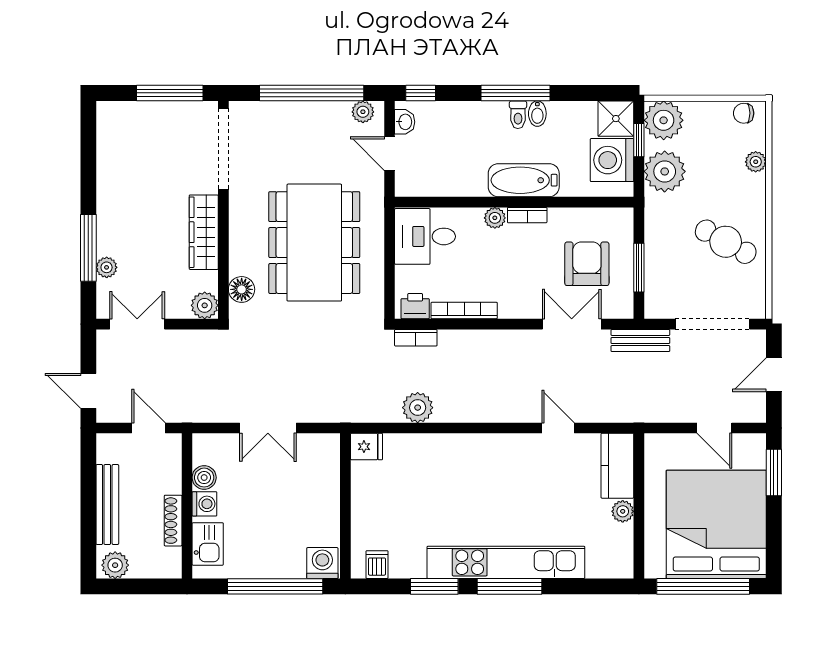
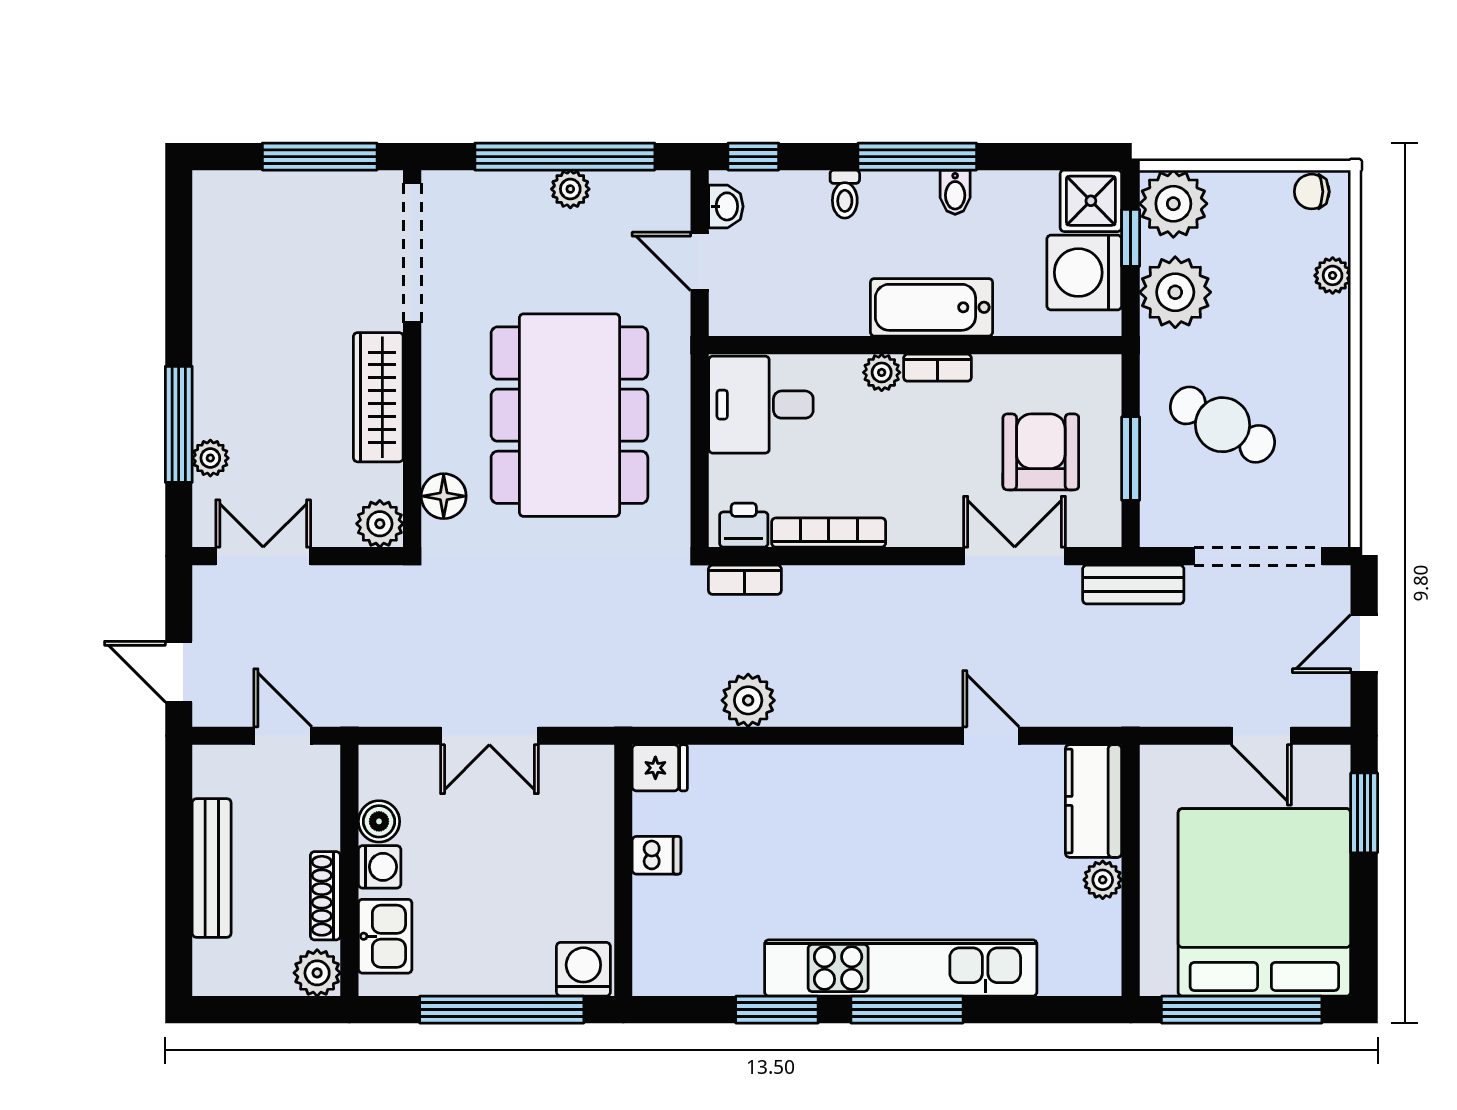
plant: (363, 112) -> (570, 189), moved
toilet: (518, 115) -> (845, 194), moved
cafe table: (726, 242) -> (1223, 425), moved
plant: (115, 565) -> (317, 973), moved
dishwasher: (377, 565) -> (657, 855), moved, turned 90

